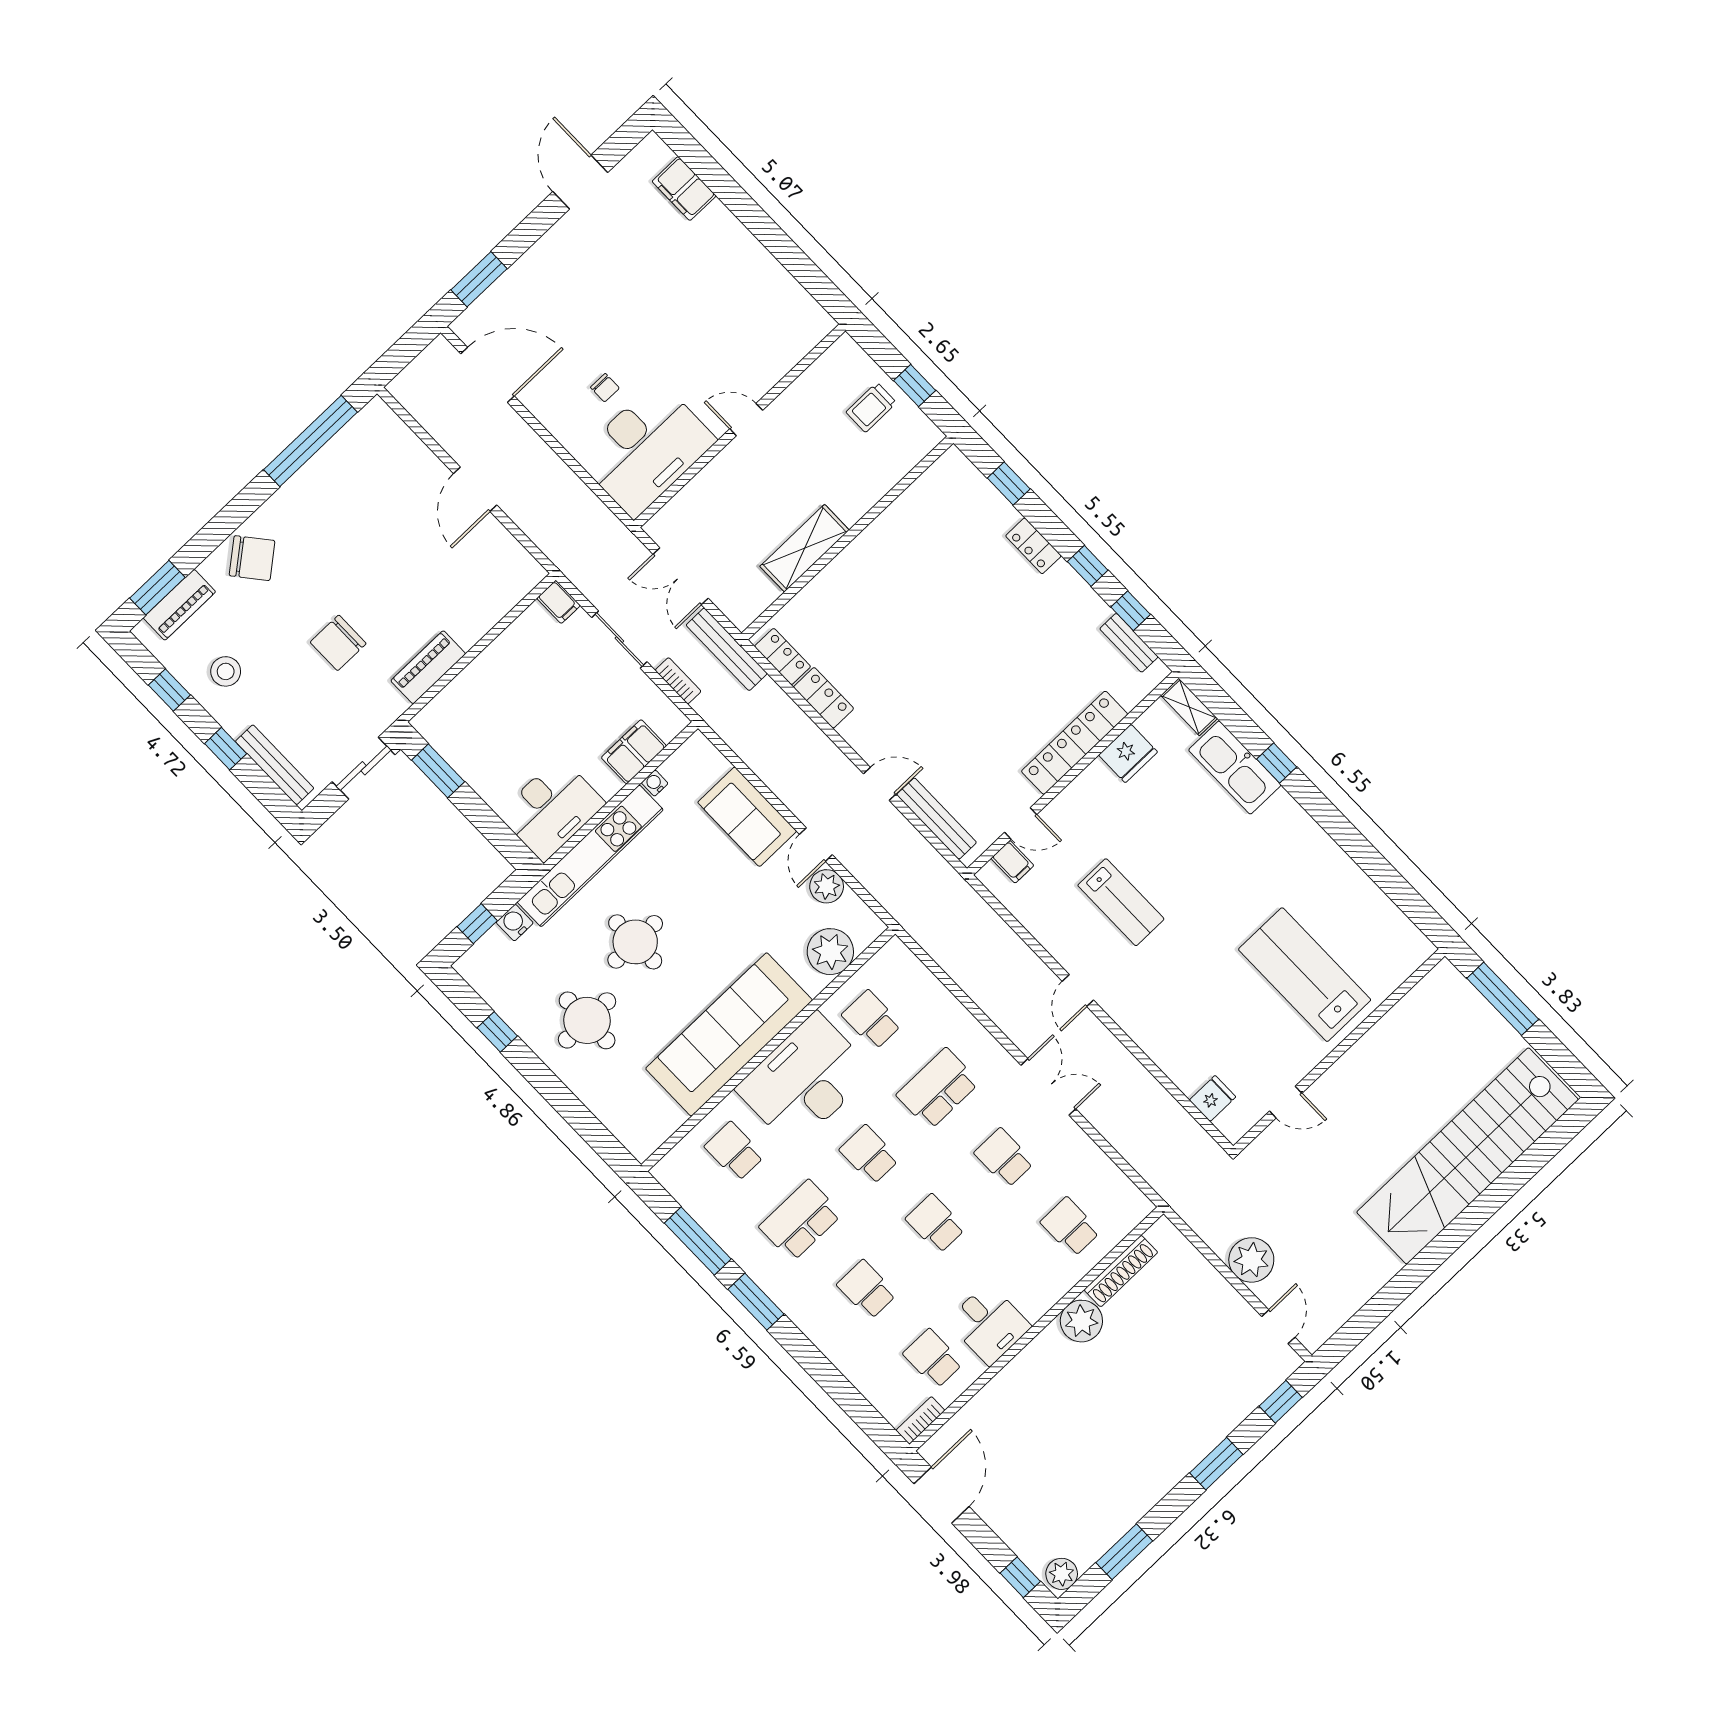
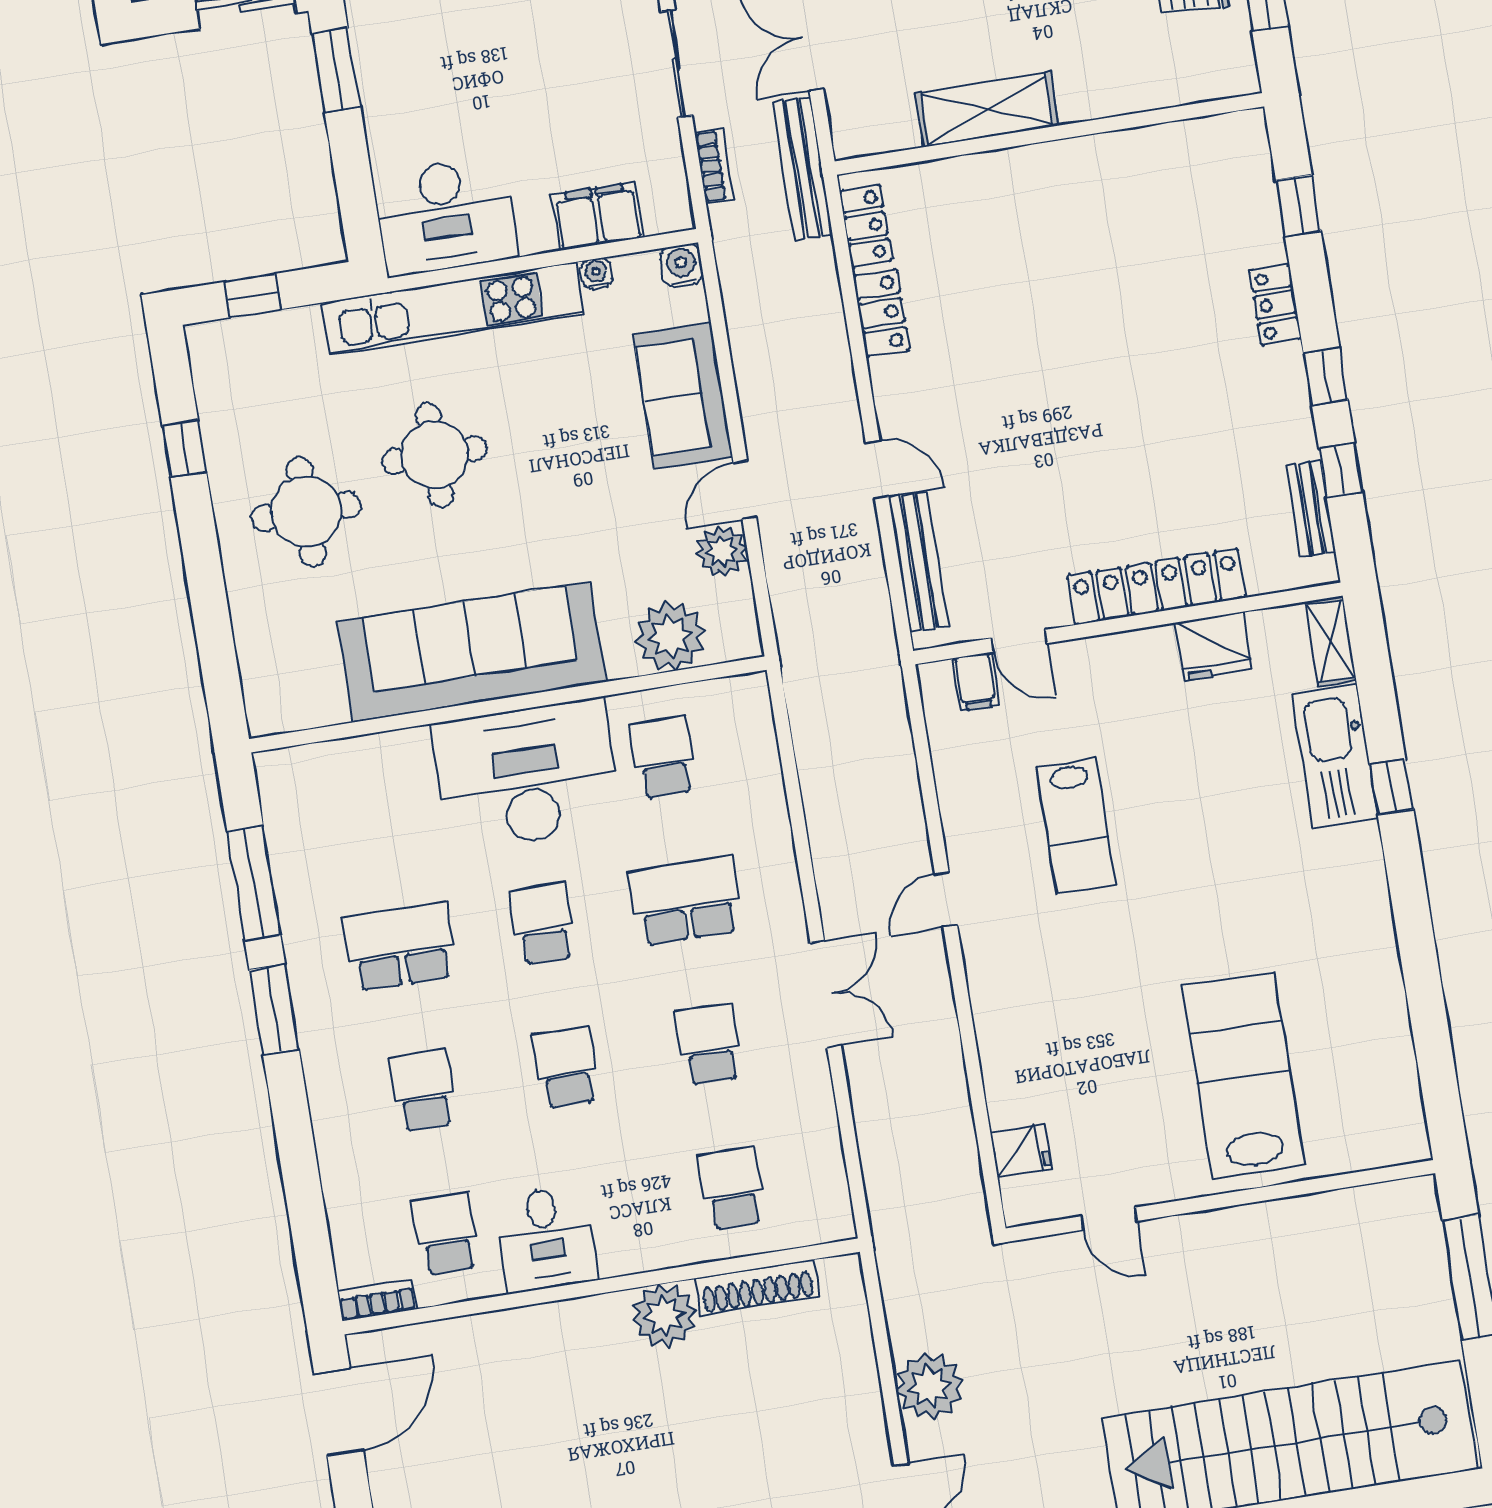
water cooler: (515, 923) -> (681, 266), moved
school desk: (734, 1151) -> (377, 803), removed

